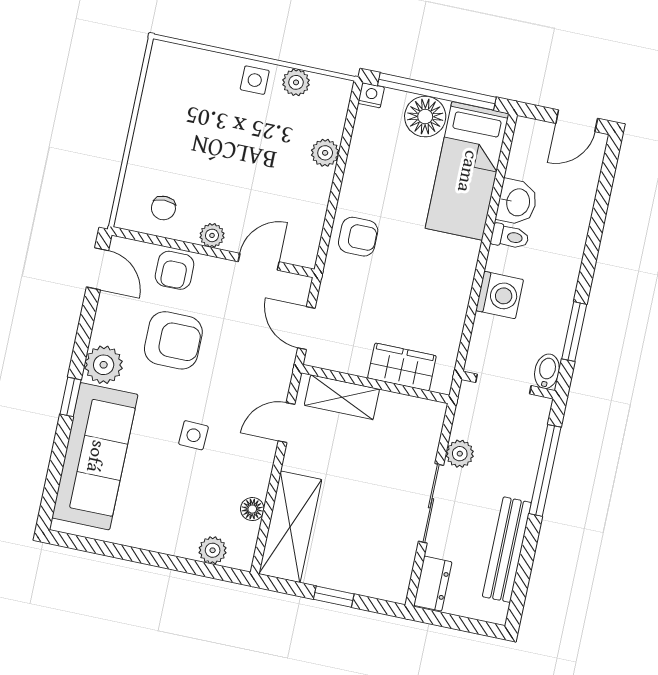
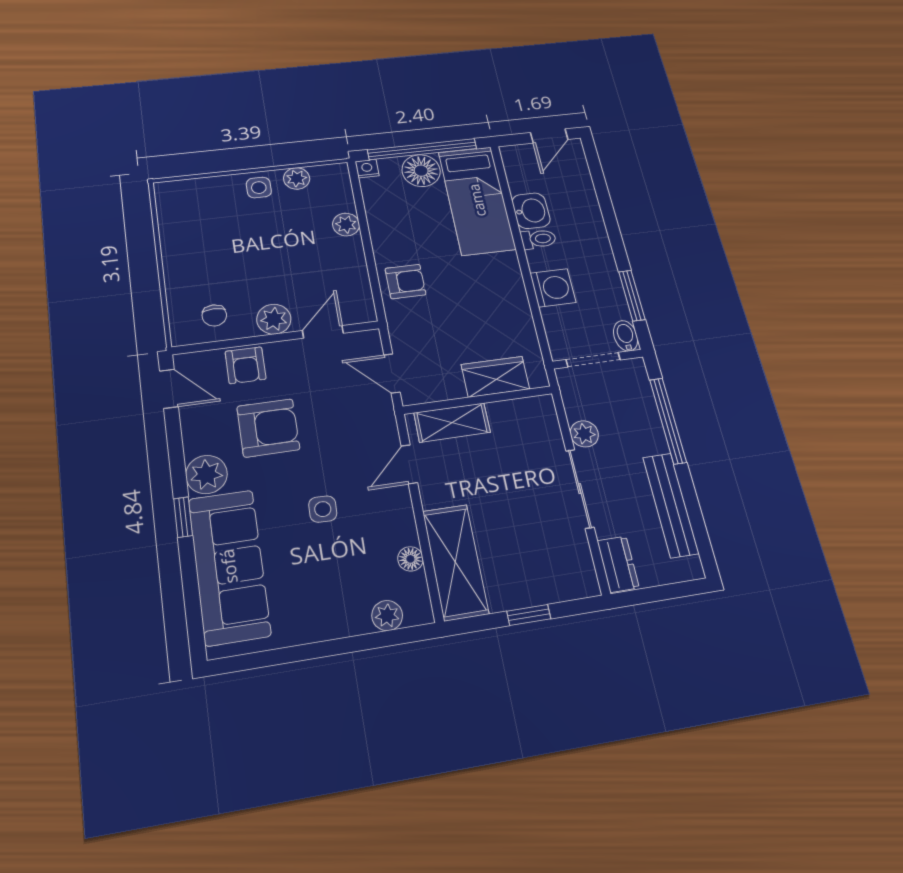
plant: (212, 235) -> (274, 319), width x1.38, depth x1.38

